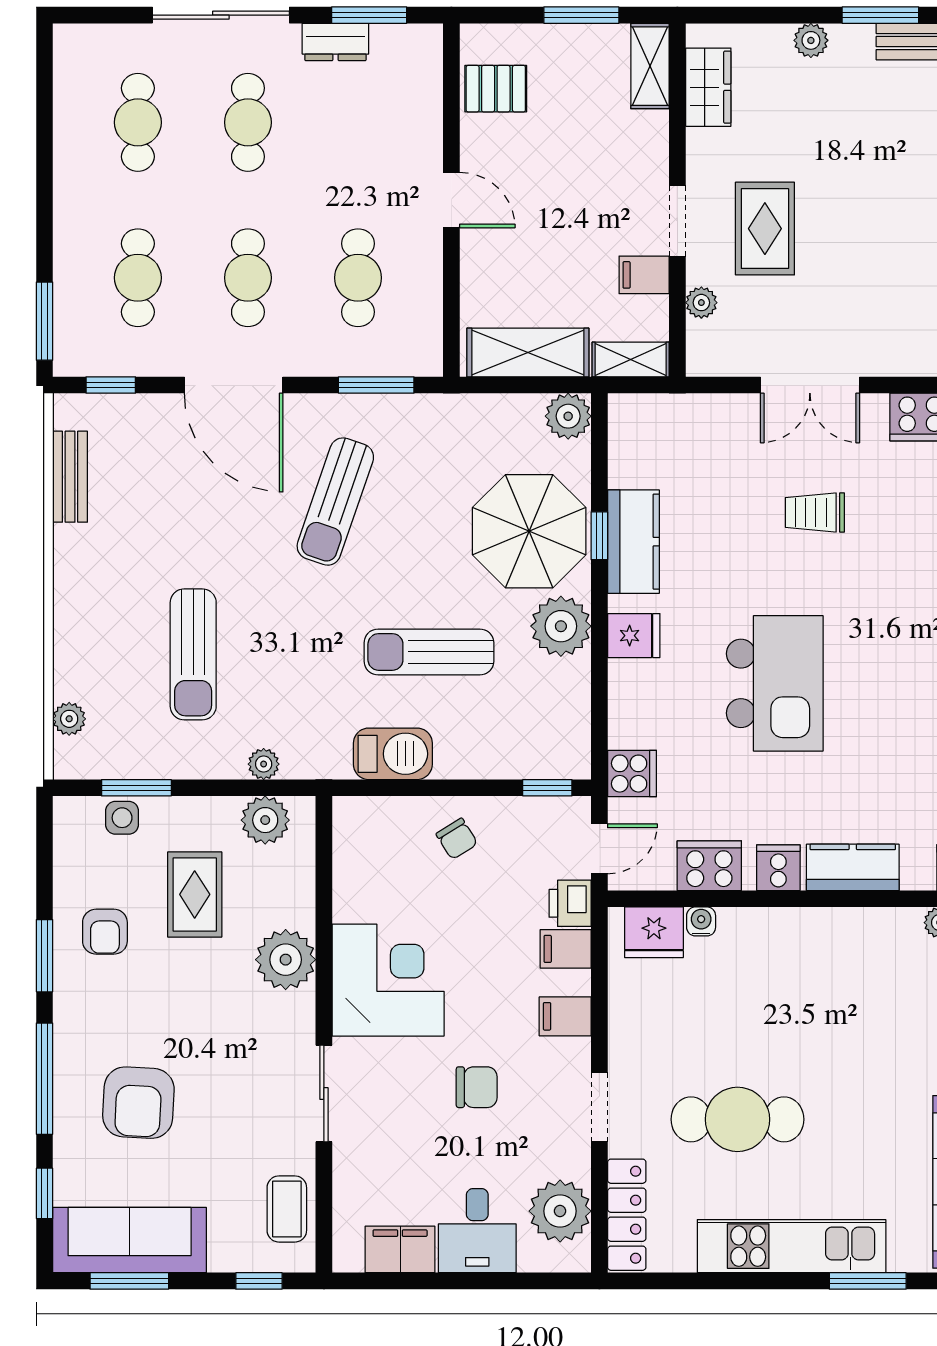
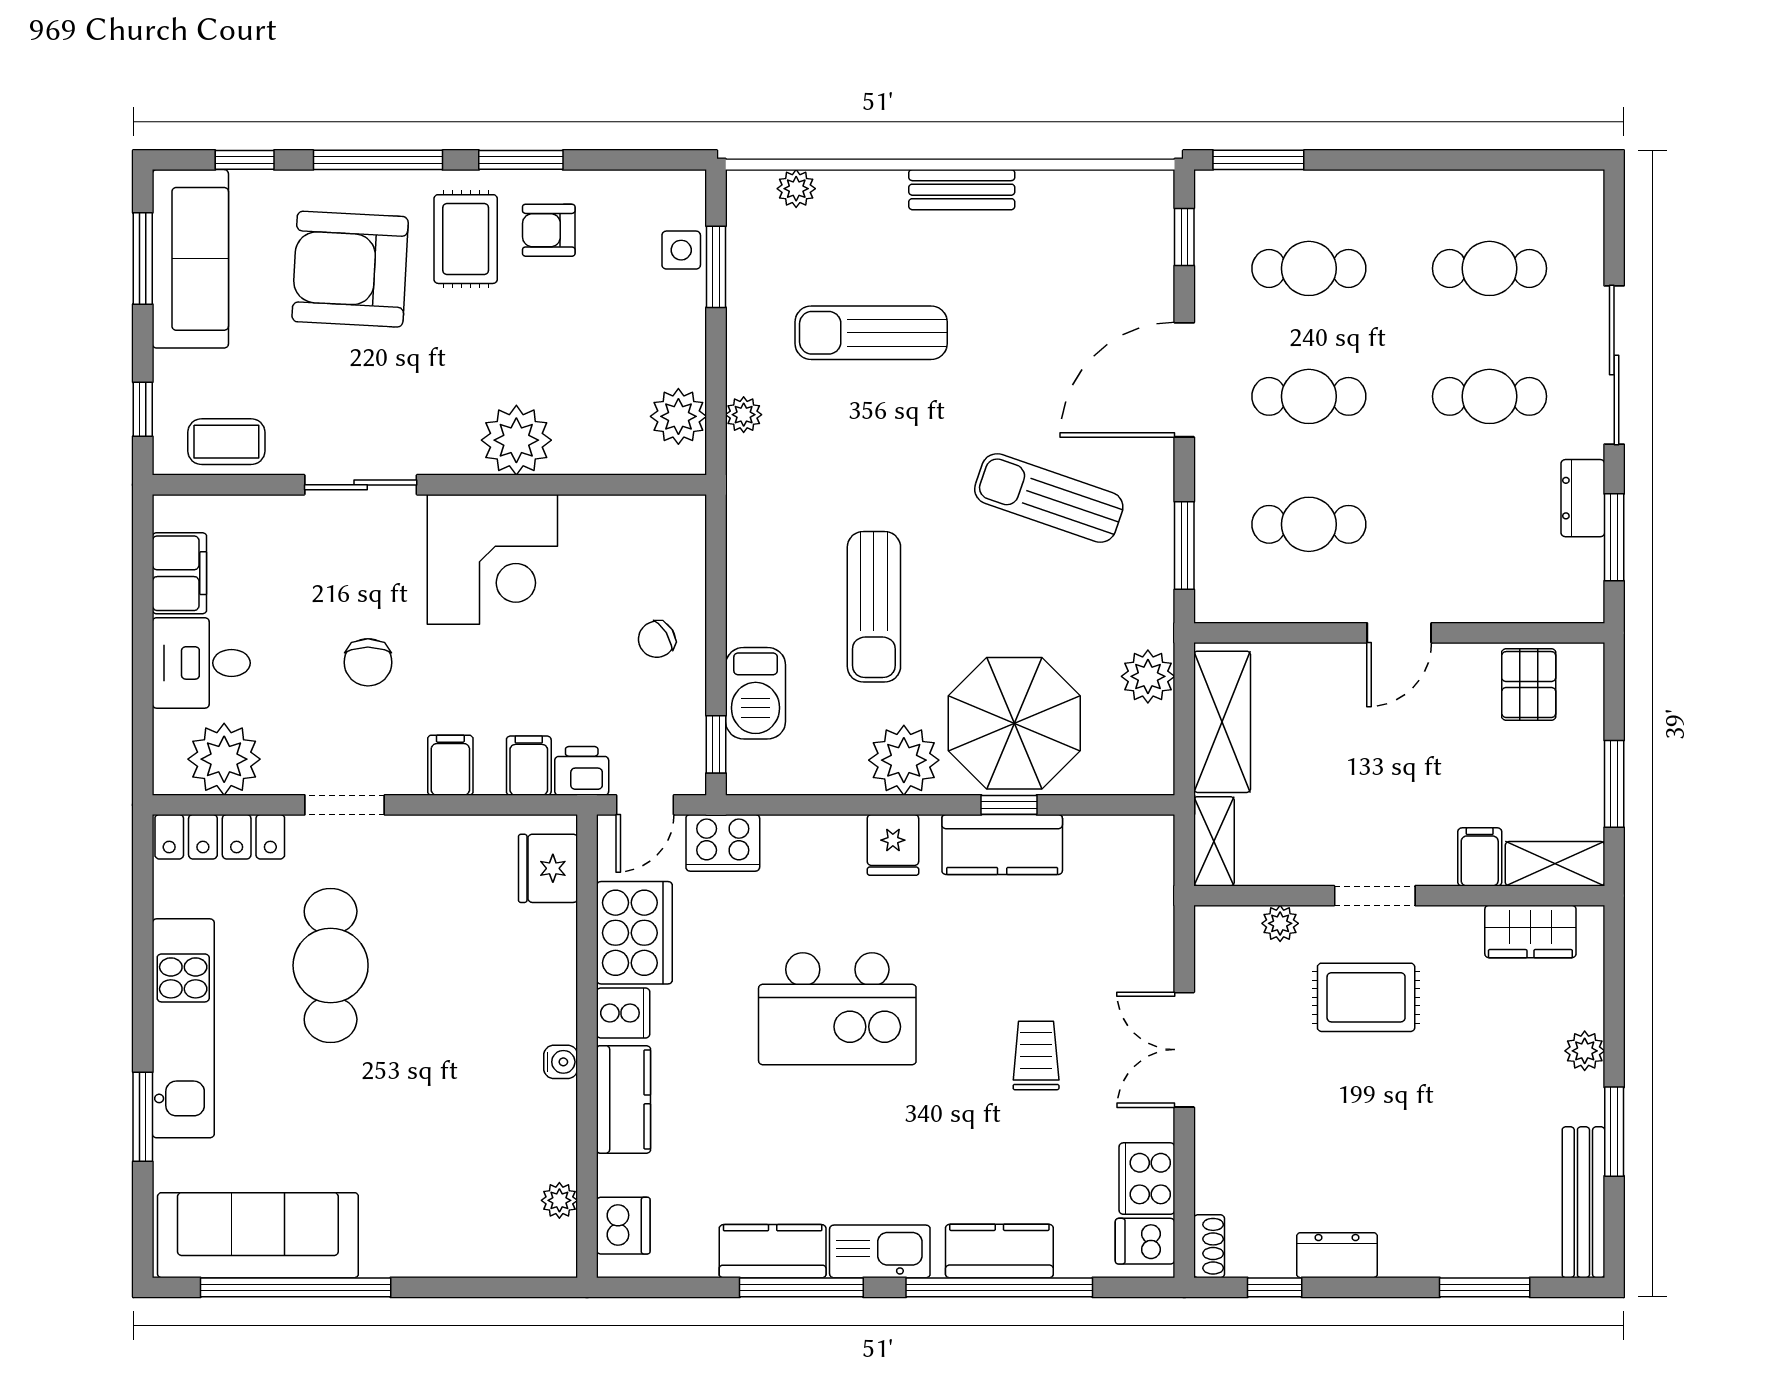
filing cabinet: (644, 275) -> (1480, 857), moved
plant: (568, 416) -> (1148, 676), moved
bench: (70, 477) -> (962, 190), moved
sun lounger: (429, 652) -> (874, 607), turned 180
barbecue: (393, 754) -> (756, 693), moved
cooker: (632, 774) -> (723, 843), width x1.36
door: (599, 849) -> (645, 805), hinge flipped
cooker: (709, 866) -> (634, 933), width x1.37, depth x1.31
rug: (195, 894) -> (466, 239), moved, turned 90
water cooler: (701, 921) -> (561, 1062), moved
armchair: (138, 1103) -> (350, 269), width x1.36, depth x1.36

